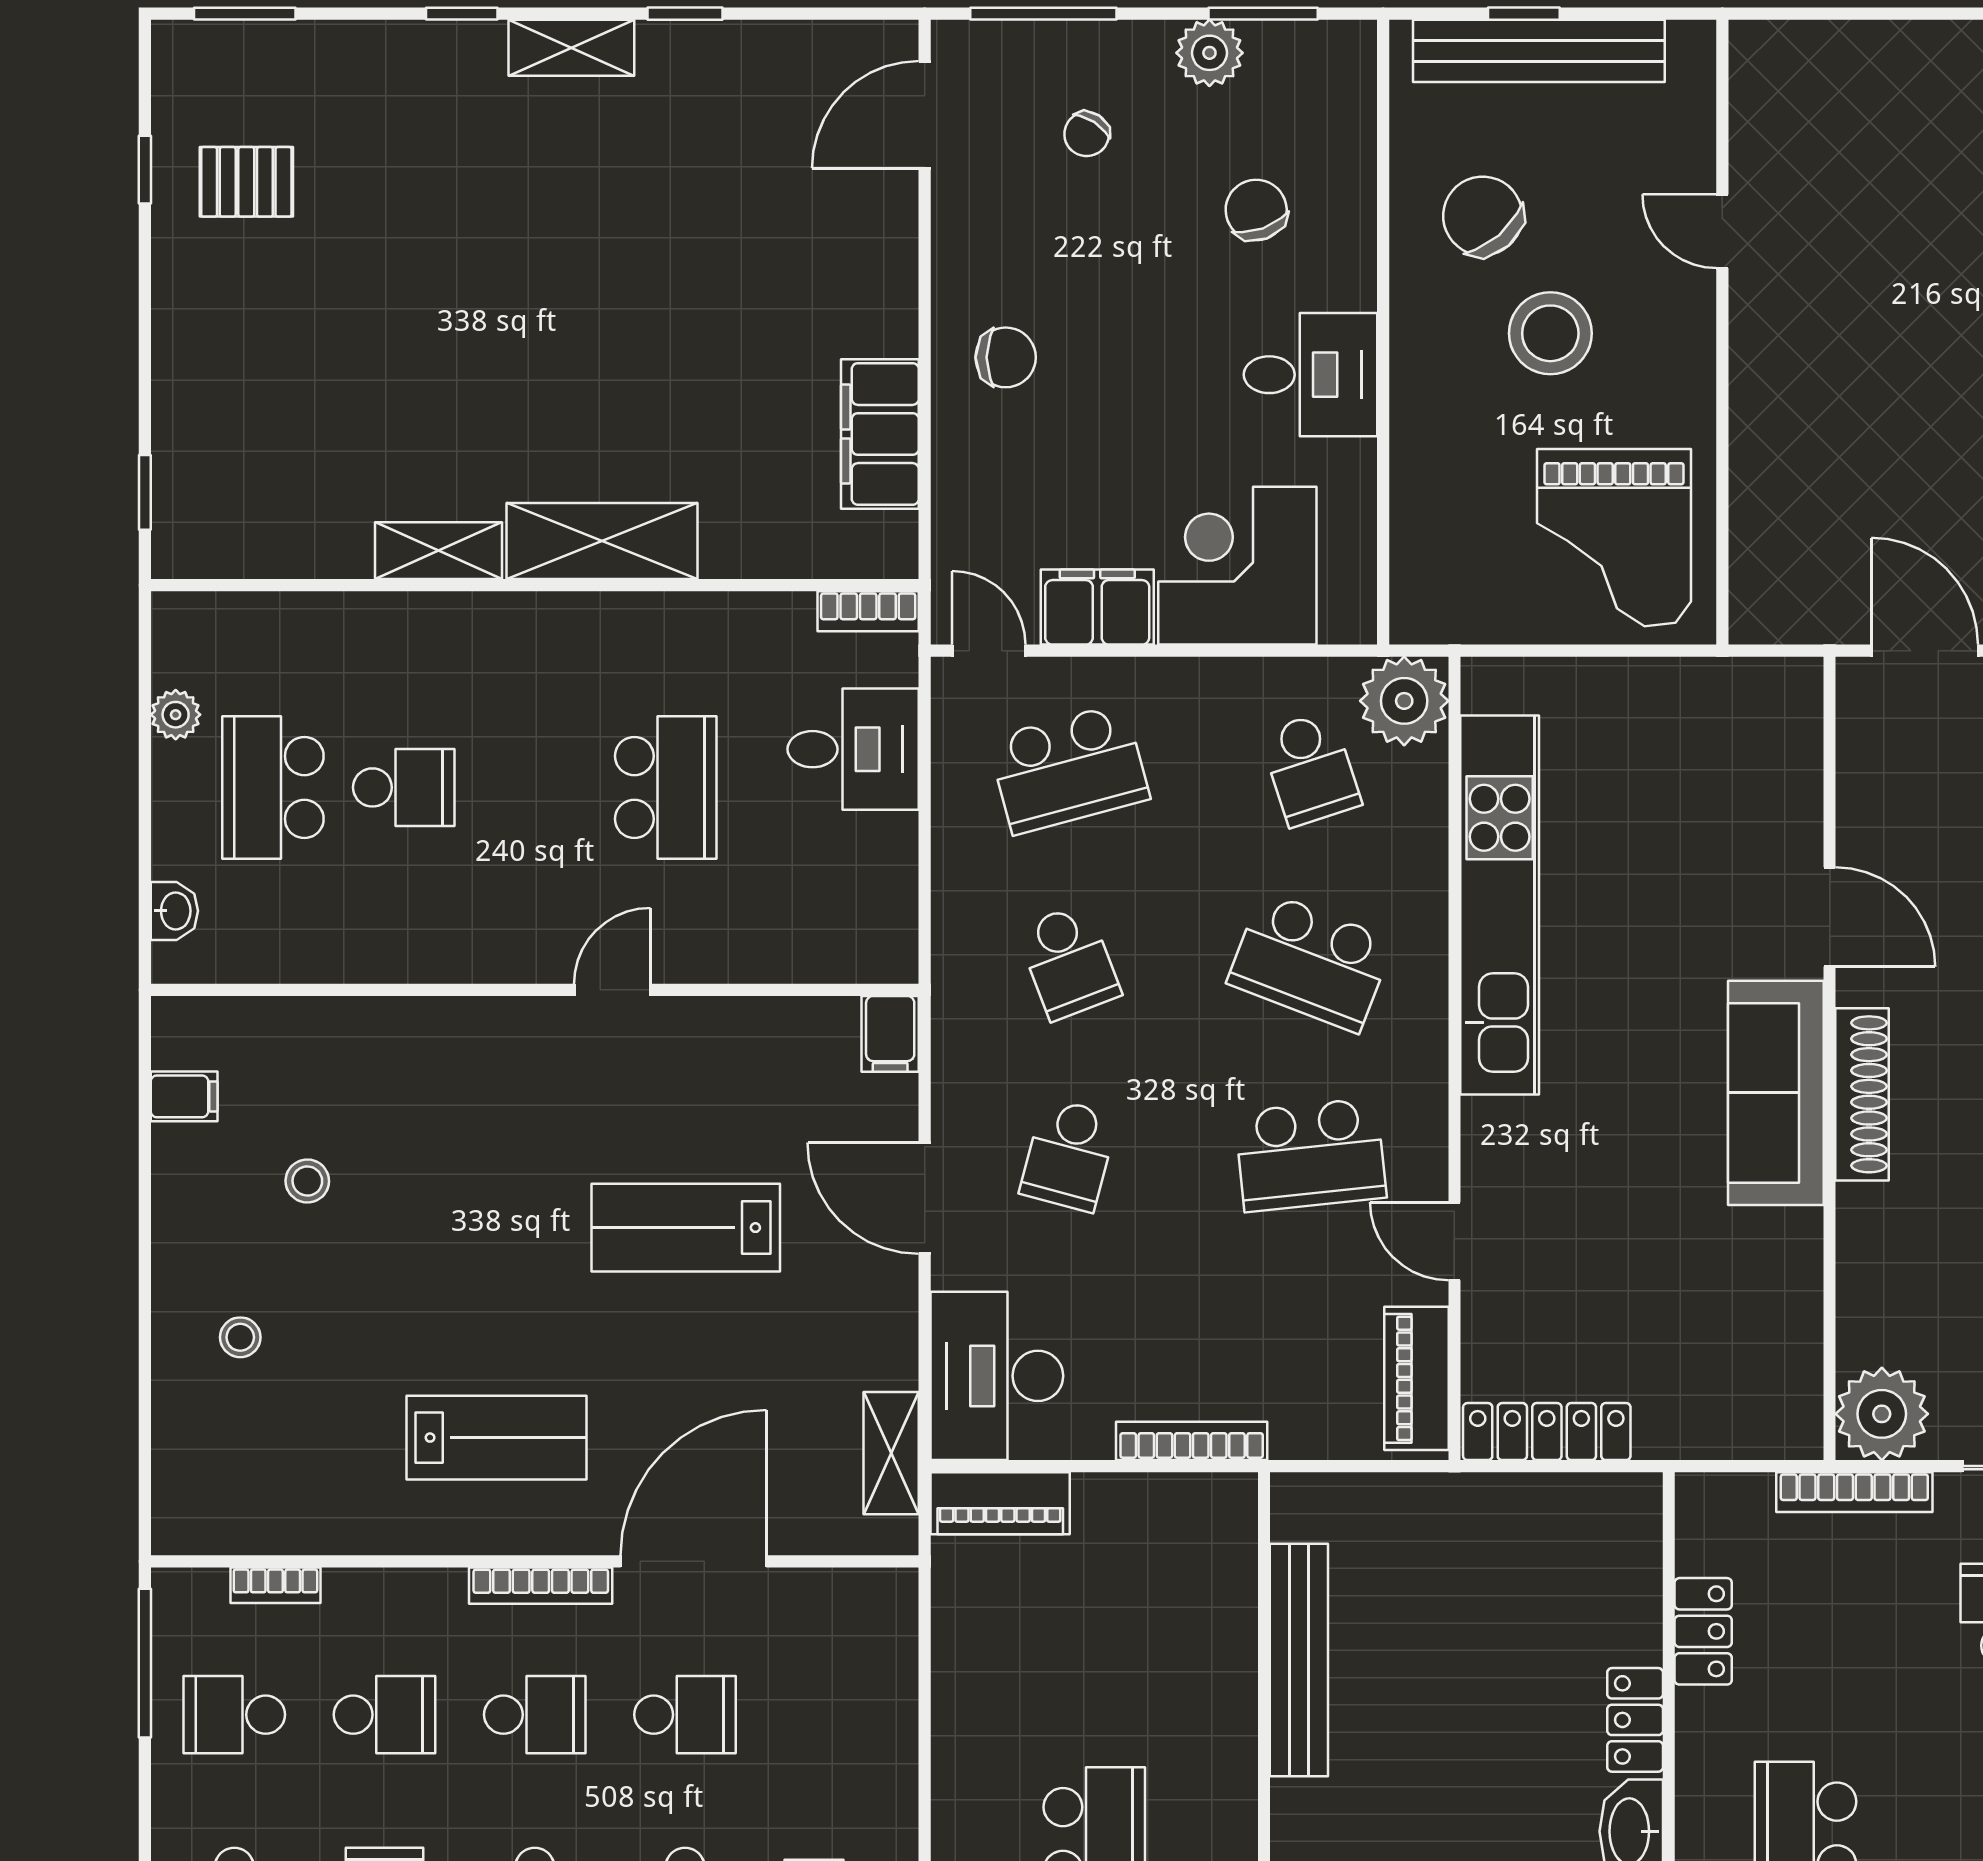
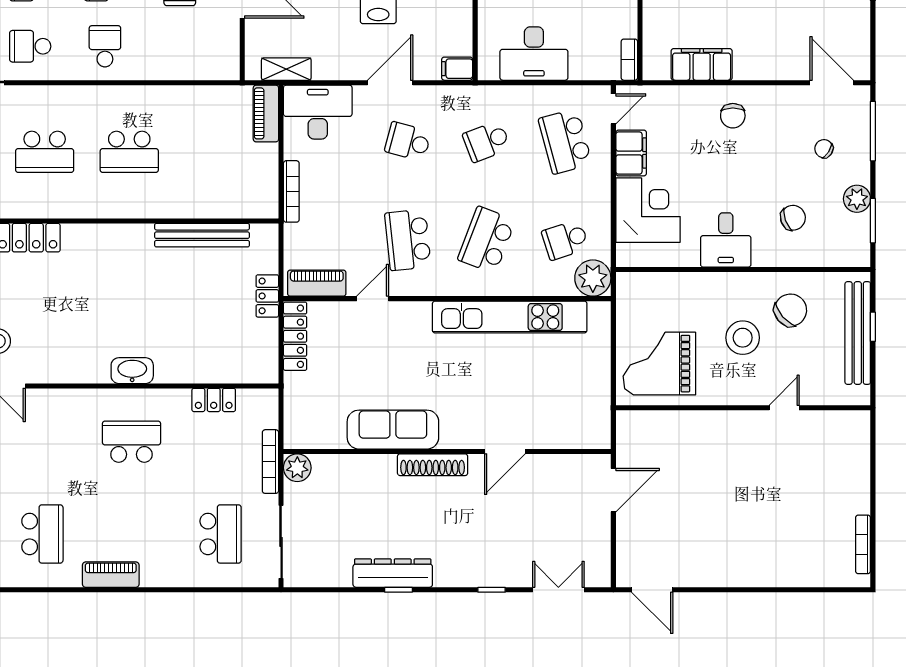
desk: (853, 749) -> (534, 54), moved, width x1.37
sofa: (1776, 1093) -> (393, 430), moved
plant: (1882, 1414) -> (297, 468), width x0.73, depth x0.73
locker: (1635, 1720) -> (267, 296), moved, turned -90

